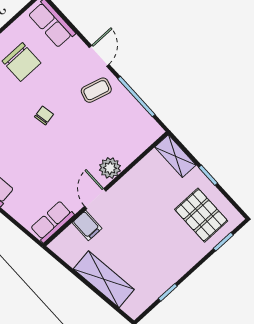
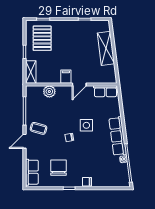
side table: (36, 153) -> (86, 125), added
plant: (110, 168) -> (49, 91), moved
filing cabinet: (87, 225) -> (66, 77), moved

